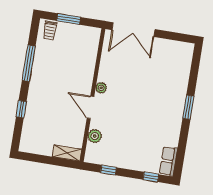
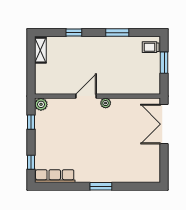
window: (29, 63) -> (117, 33), width x0.69
plant: (95, 136) -> (41, 104), moved
shelving: (67, 153) -> (40, 50), moved
row of seats: (169, 161) -> (55, 176), width x1.48

